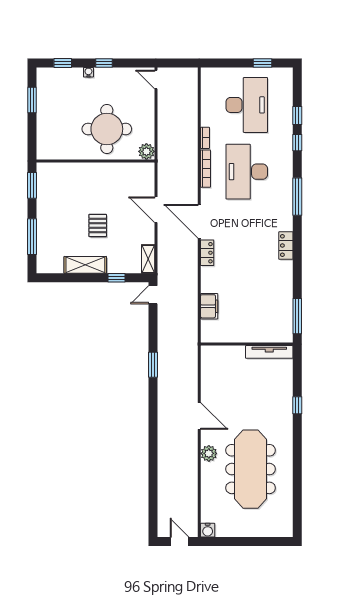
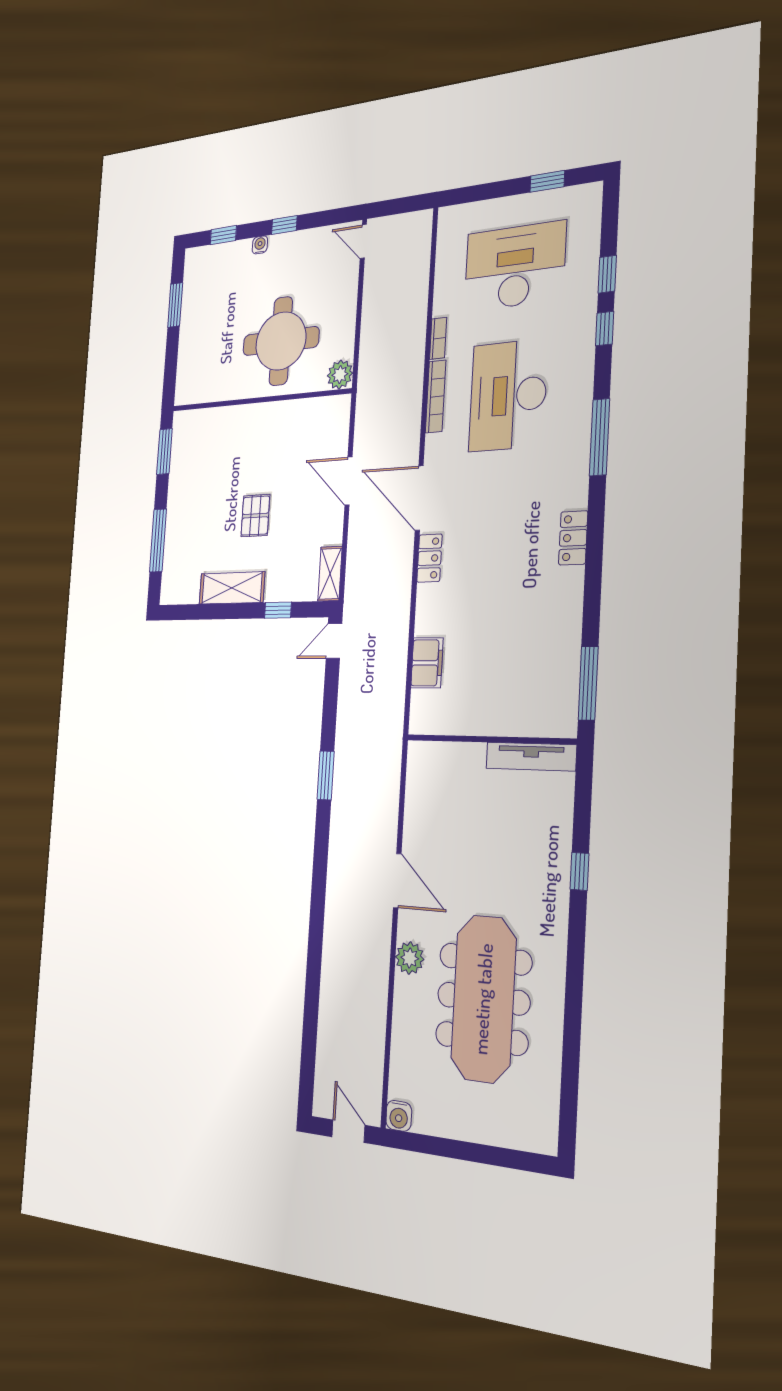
desk: (247, 105) -> (515, 266), turned -90

